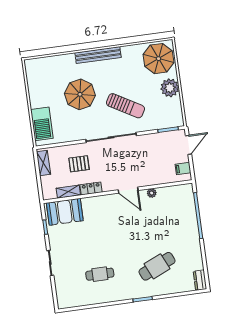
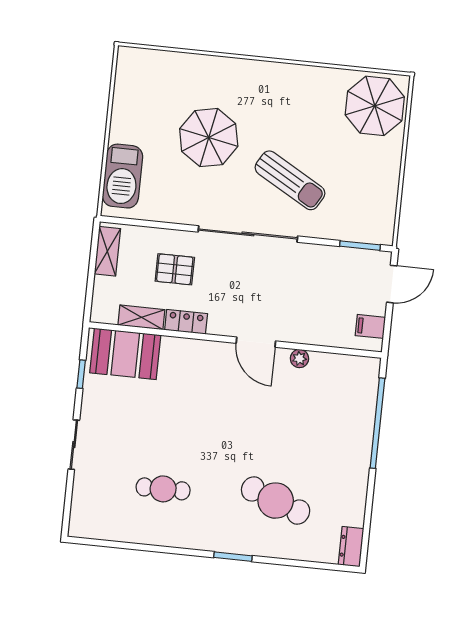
bench: (98, 55) -> (261, 71), removed
plant: (170, 88) -> (383, 167), removed
cafe table: (157, 266) -> (276, 501), turned 45

